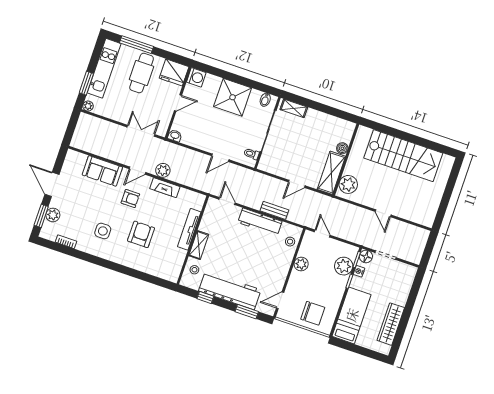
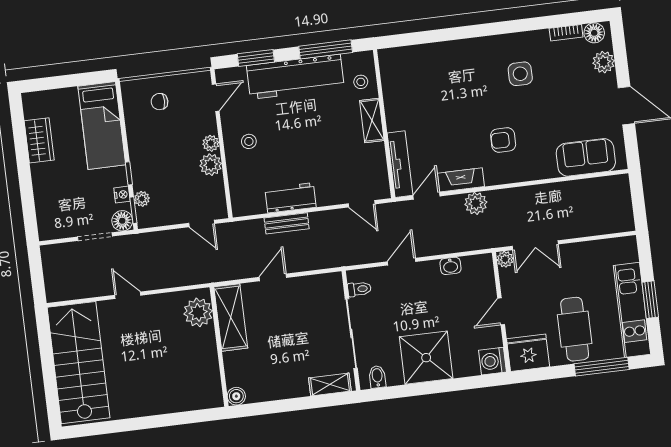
window: (86, 83) -> (650, 300), moved
plant: (88, 106) -> (505, 259), moved
washbasin: (175, 136) -> (450, 266), moved
boiler: (342, 148) -> (236, 396), moved
stairs: (403, 156) -> (79, 363), moved, turned 90
sofa: (102, 171) -> (586, 157), moved
door: (137, 171) -> (427, 196), moved
window: (41, 216) -> (620, 53), removed
workbench: (260, 222) -> (291, 198), width x0.73
tv unit: (189, 229) -> (400, 164), moved
floor lamp: (50, 234) -> (594, 33), added
armchair: (141, 234) -> (463, 96), removed
stool: (290, 242) -> (249, 141), moved
plant: (344, 266) -> (142, 199), width x0.53, depth x0.53
plant: (295, 276) -> (211, 143), added
window: (205, 297) -> (326, 49), width x2.17
chair: (313, 313) -> (159, 102), width x0.54, depth x0.54
wardrobe: (391, 324) -> (39, 140), width x0.67

